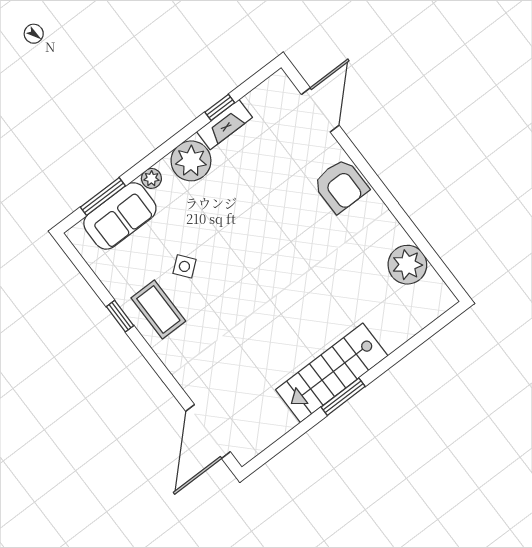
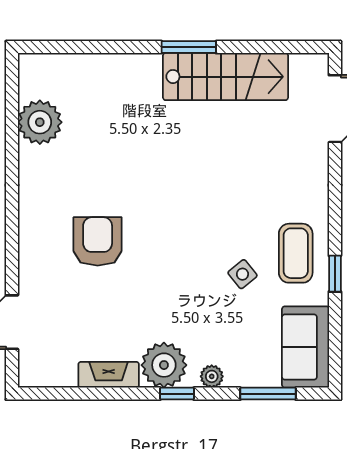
window: (220, 107) -> (177, 394), moved
armchair: (341, 186) -> (98, 241), moved
sofa: (120, 216) -> (306, 347), moved, turned -90
stairs: (332, 373) -> (226, 77), moved

